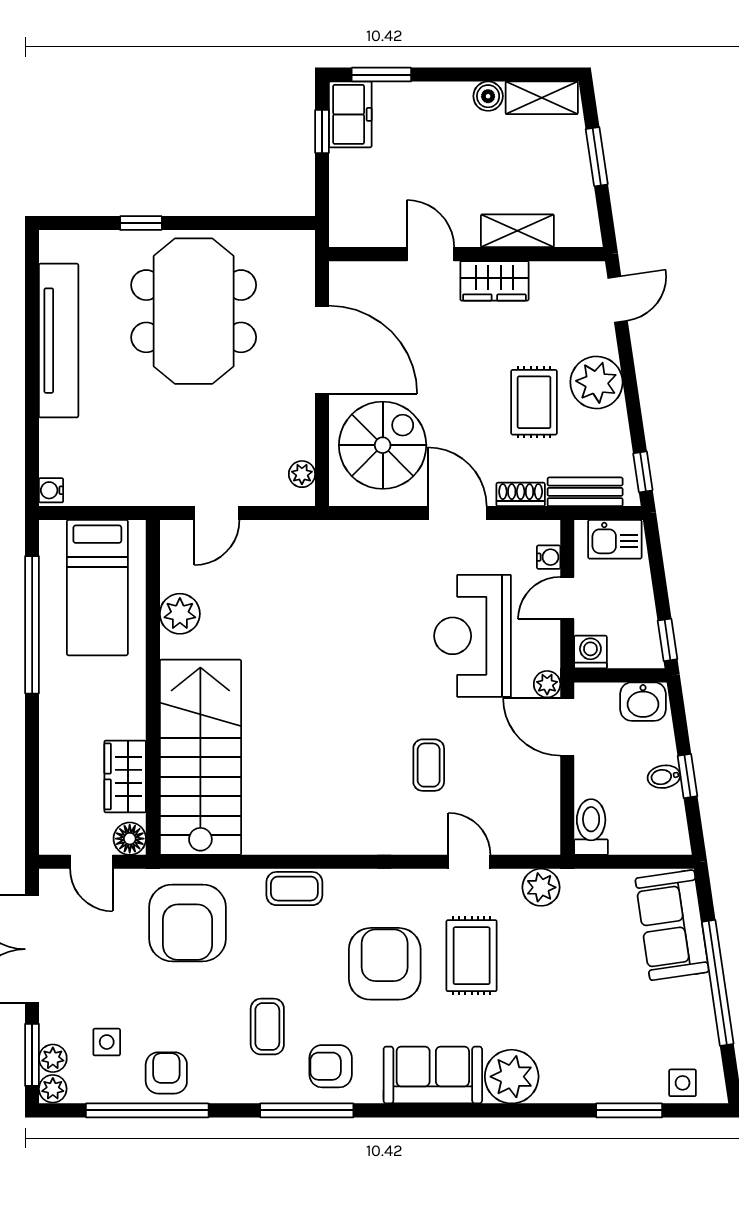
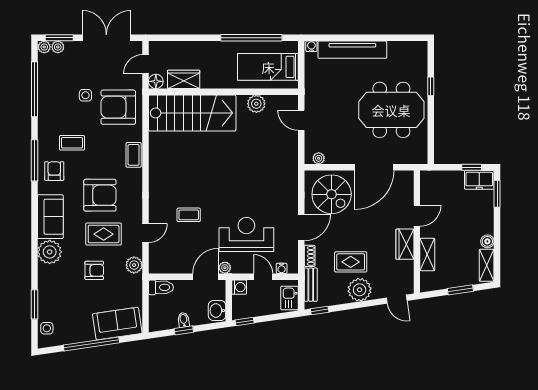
tv unit: (59, 341) -> (352, 50), moved
side table: (107, 1042) -> (85, 95), moved
armchair: (166, 1073) -> (94, 270), moved

